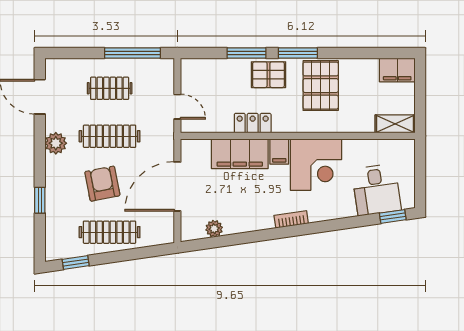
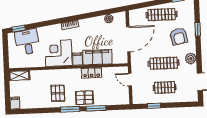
window: (132, 53) -> (154, 106), width x0.46
filing cabinet: (397, 70) -> (15, 103), width x0.50
pallet: (321, 86) -> (58, 93), width x0.67, depth x0.71
armchair: (102, 184) -> (179, 36), moved

